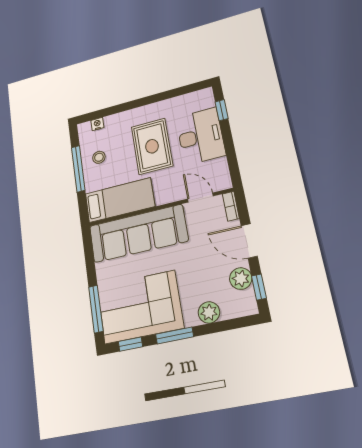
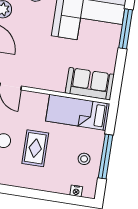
rug: (152, 146) -> (35, 148), width x0.73, depth x0.70
sofa: (138, 233) -> (90, 84), width x0.54, depth x0.79

